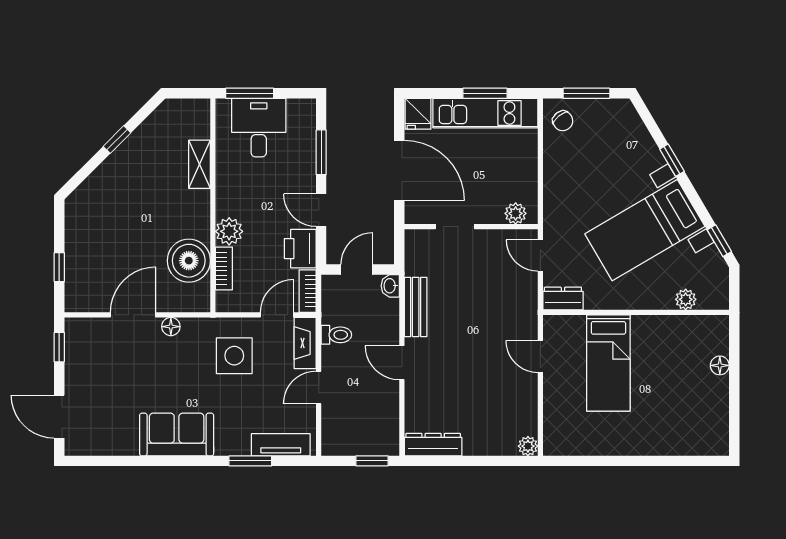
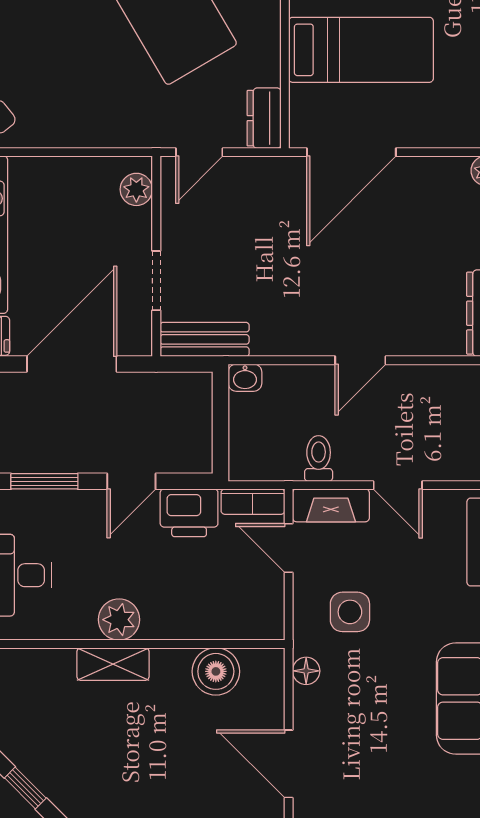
shelving: (200, 164) -> (113, 664), moved
plant: (229, 231) -> (119, 620), moved
boiler: (189, 261) -> (216, 671), width x0.73, depth x0.73
bookcase: (224, 268) -> (219, 627), removed
door: (357, 270) -> (221, 428), removed
bench: (416, 307) -> (205, 339), moved
floor lamp: (171, 327) -> (306, 671), moved
side table: (234, 356) -> (350, 612), width x0.73, depth x0.73
door: (540, 357) -> (351, 152), width x1.87

